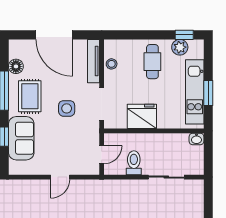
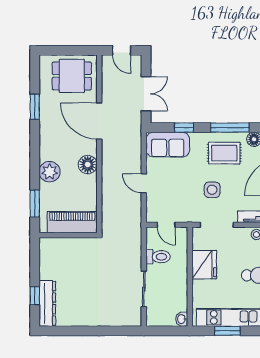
sofa: (21, 138) -> (168, 145), moved

